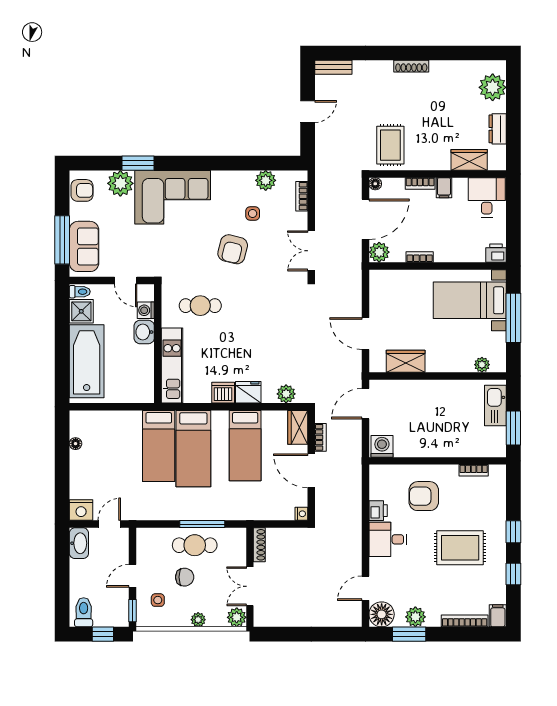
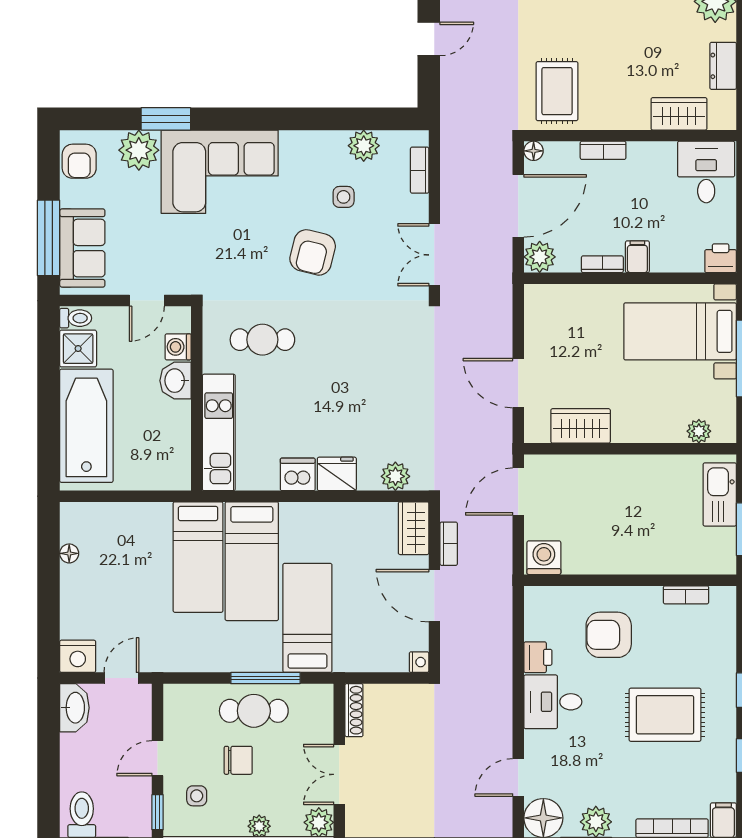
filing cabinet: (444, 188) -> (637, 257), moved, turned 180
armchair: (82, 190) -> (79, 161), turned 90
door: (126, 280) -> (147, 301), hinge flipped
bed: (245, 446) -> (307, 618), moved, turned 180

